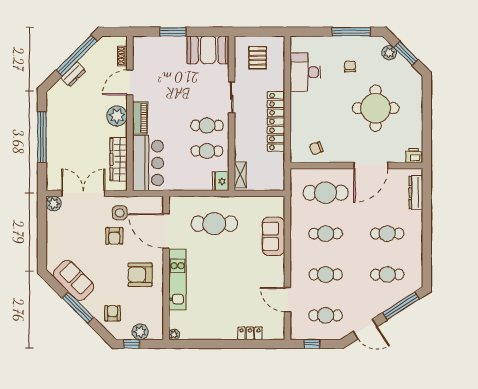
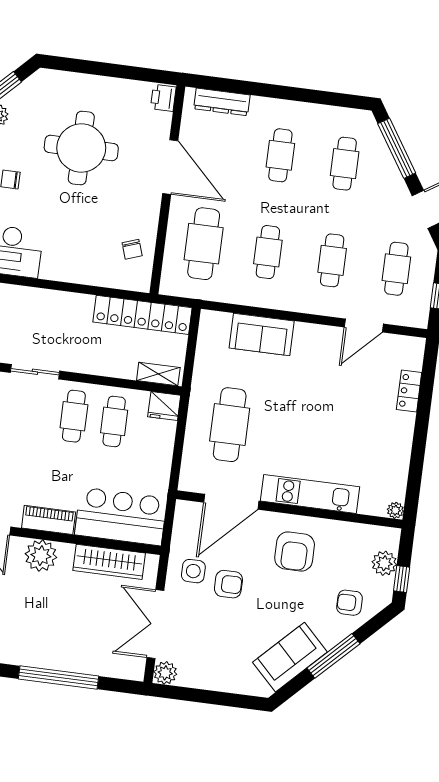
locker: (276, 121) -> (143, 315), moved

